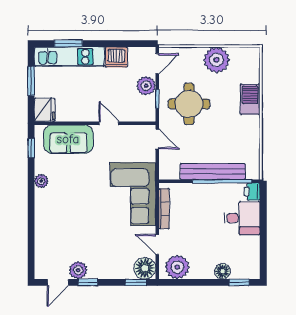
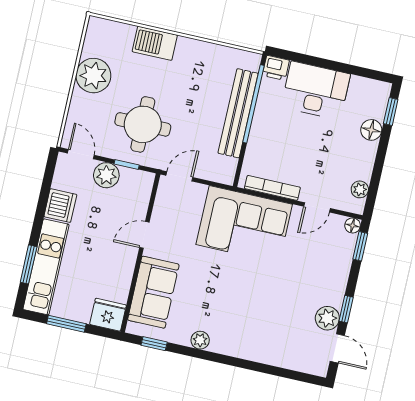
desk: (242, 218) -> (316, 90), width x1.37
plant: (177, 267) -> (360, 189), width x0.53, depth x0.53
floor lamp: (145, 268) -> (353, 226), width x0.53, depth x0.53

